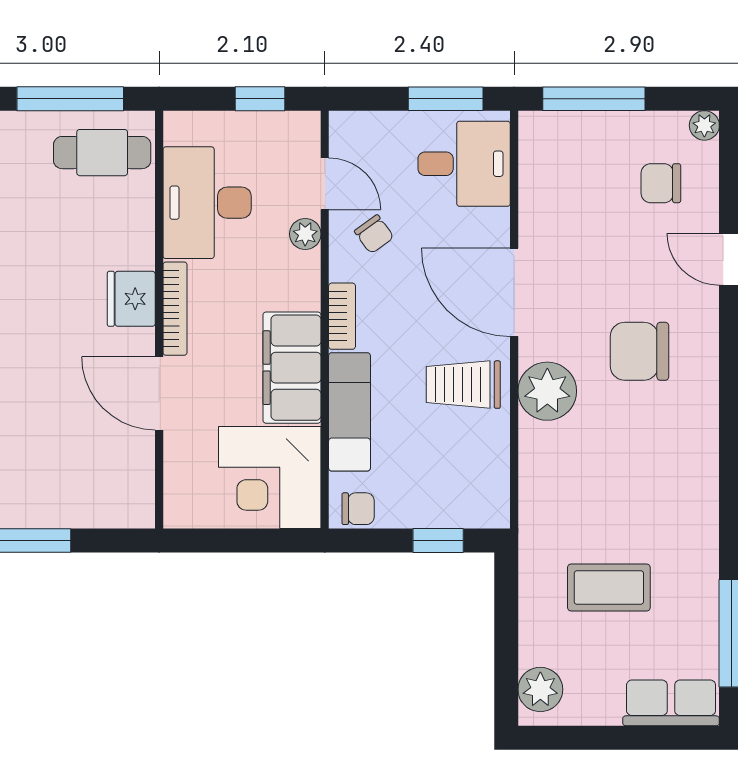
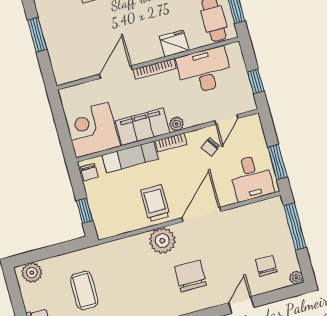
plant: (305, 234) -> (177, 124), moved
fridge: (131, 299) -> (174, 43), moved

